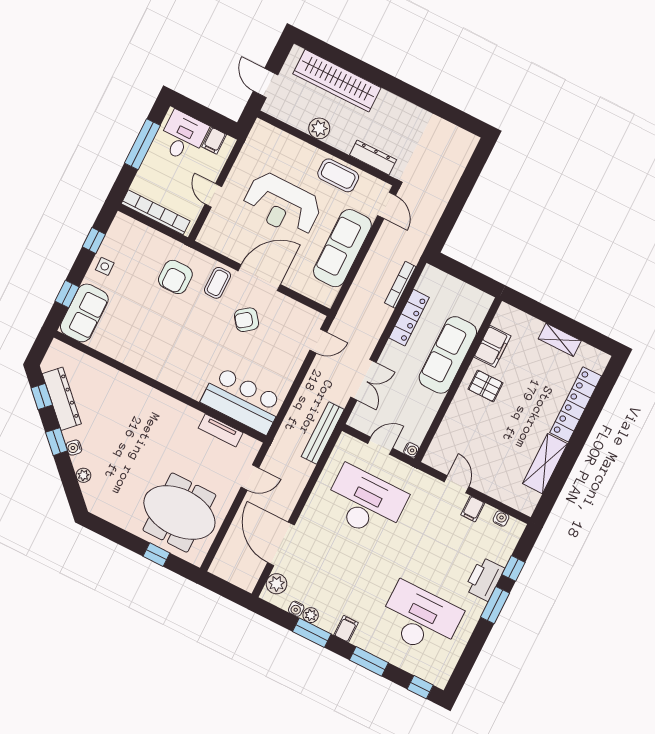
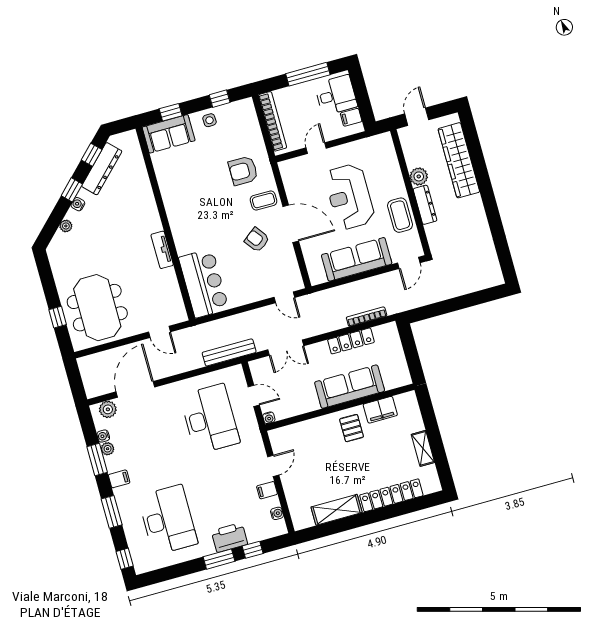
dresser: (373, 157) -> (425, 205), moved
tv unit: (221, 430) -> (162, 250), moved

